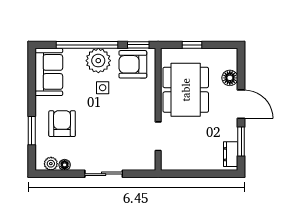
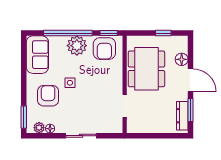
window: (192, 45) -> (163, 33), moved
armchair: (133, 64) -> (104, 49), turned -90
side table: (103, 88) -> (70, 83), moved
window: (32, 131) -> (24, 117), moved
dresser: (231, 154) -> (182, 116), width x1.44

